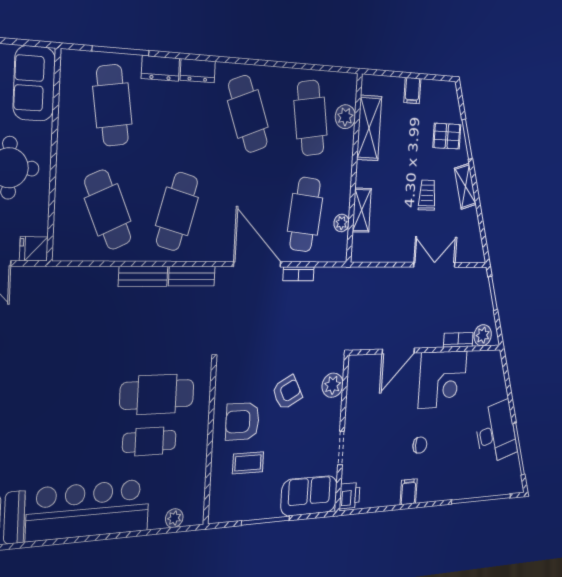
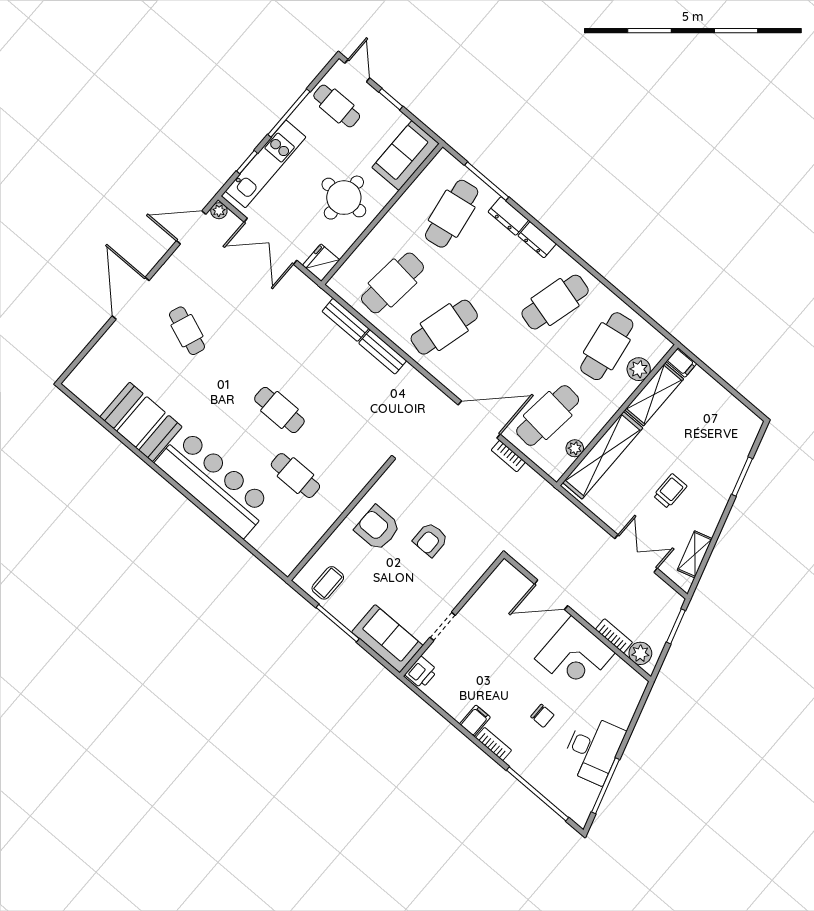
filing cabinet: (412, 91) -> (681, 363), moved, turned -90
cafe table: (248, 114) -> (555, 302), turned 36
pallet: (447, 136) -> (724, 458), removed
shelving: (465, 186) -> (695, 554), moved
cafe table: (108, 210) -> (392, 283), turned 30
shelving: (362, 210) -> (603, 455), width x2.20, depth x1.33
fridge: (34, 249) -> (321, 263), width x1.38
door: (257, 264) -> (479, 419), hinge flipped
bench: (192, 276) -> (345, 320), moved
plant: (333, 385) -> (473, 569), removed
armchair: (287, 392) -> (430, 540), turned 118
cafe table: (157, 394) -> (279, 410), moved, width x0.73, depth x0.74
chair: (420, 445) -> (542, 716), moved
coffee table: (248, 463) -> (328, 583), moved, turned 90
bookcase: (431, 495) -> (494, 744), added
plant: (174, 518) -> (270, 551), removed

